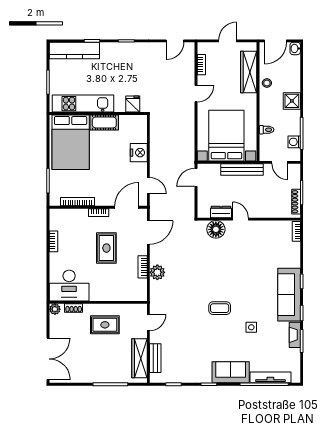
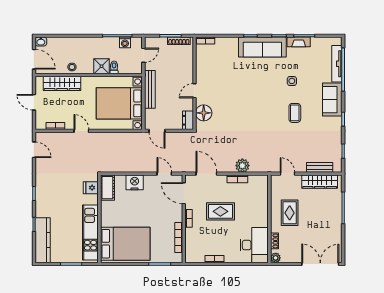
shower: (292, 101) -> (102, 66), moved
cot: (104, 122) -> (107, 188), moved
door: (148, 186) -> (164, 174), hinge flipped
dresser: (221, 212) -> (188, 120), moved
coffee table: (220, 308) -> (295, 113), moved

